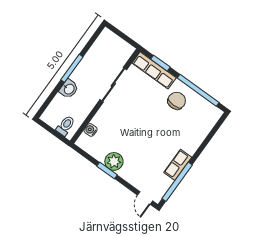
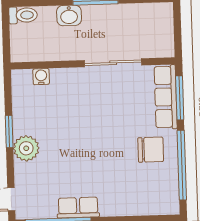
window: (160, 63) -> (180, 98), width x1.44
toilet: (66, 126) -> (23, 15), moved
plant: (114, 161) -> (26, 148), moved

